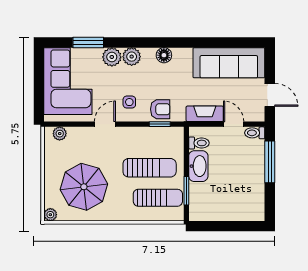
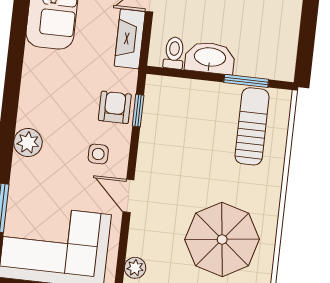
floor lamp: (164, 55) -> (31, 92), removed
plant: (112, 57) -> (25, 173), removed
sun lounger: (150, 168) -> (204, 134), removed

